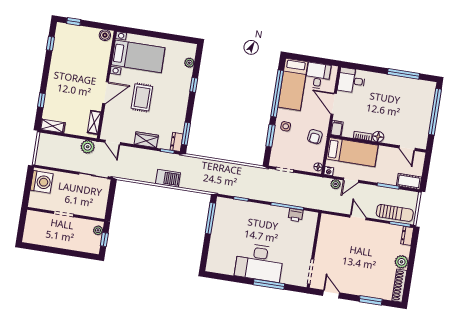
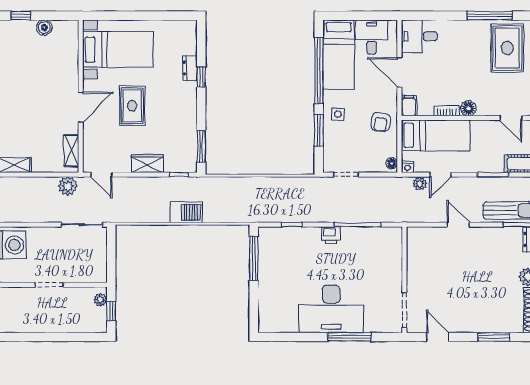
boiler: (105, 35) -> (44, 28), moved
plant: (189, 63) -> (190, 47), removed
rug: (412, 99) -> (507, 48), added
dresser: (177, 142) -> (190, 68), moved
printer: (296, 215) -> (331, 235), moved

